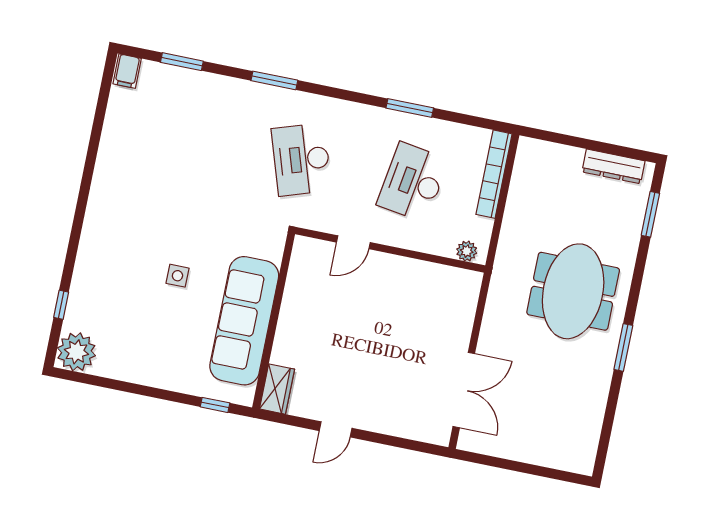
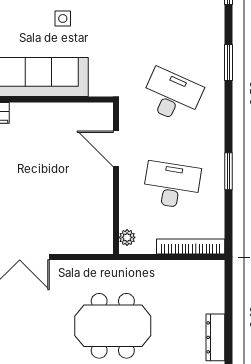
desk: (301, 159) -> (172, 96), turned 42
door: (353, 242) -> (116, 149), width x1.38

